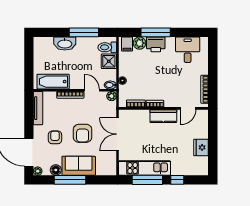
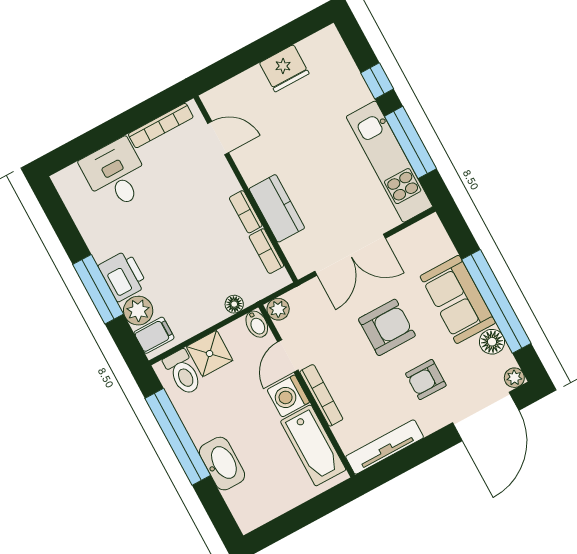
window: (84, 32) -> (178, 437), width x1.46
desk: (188, 50) -> (116, 175), moved, turned 90
washing machine: (77, 82) -> (288, 396), added
kitchen counter: (163, 116) -> (277, 208), moved
window: (70, 180) -> (496, 301), width x1.46

